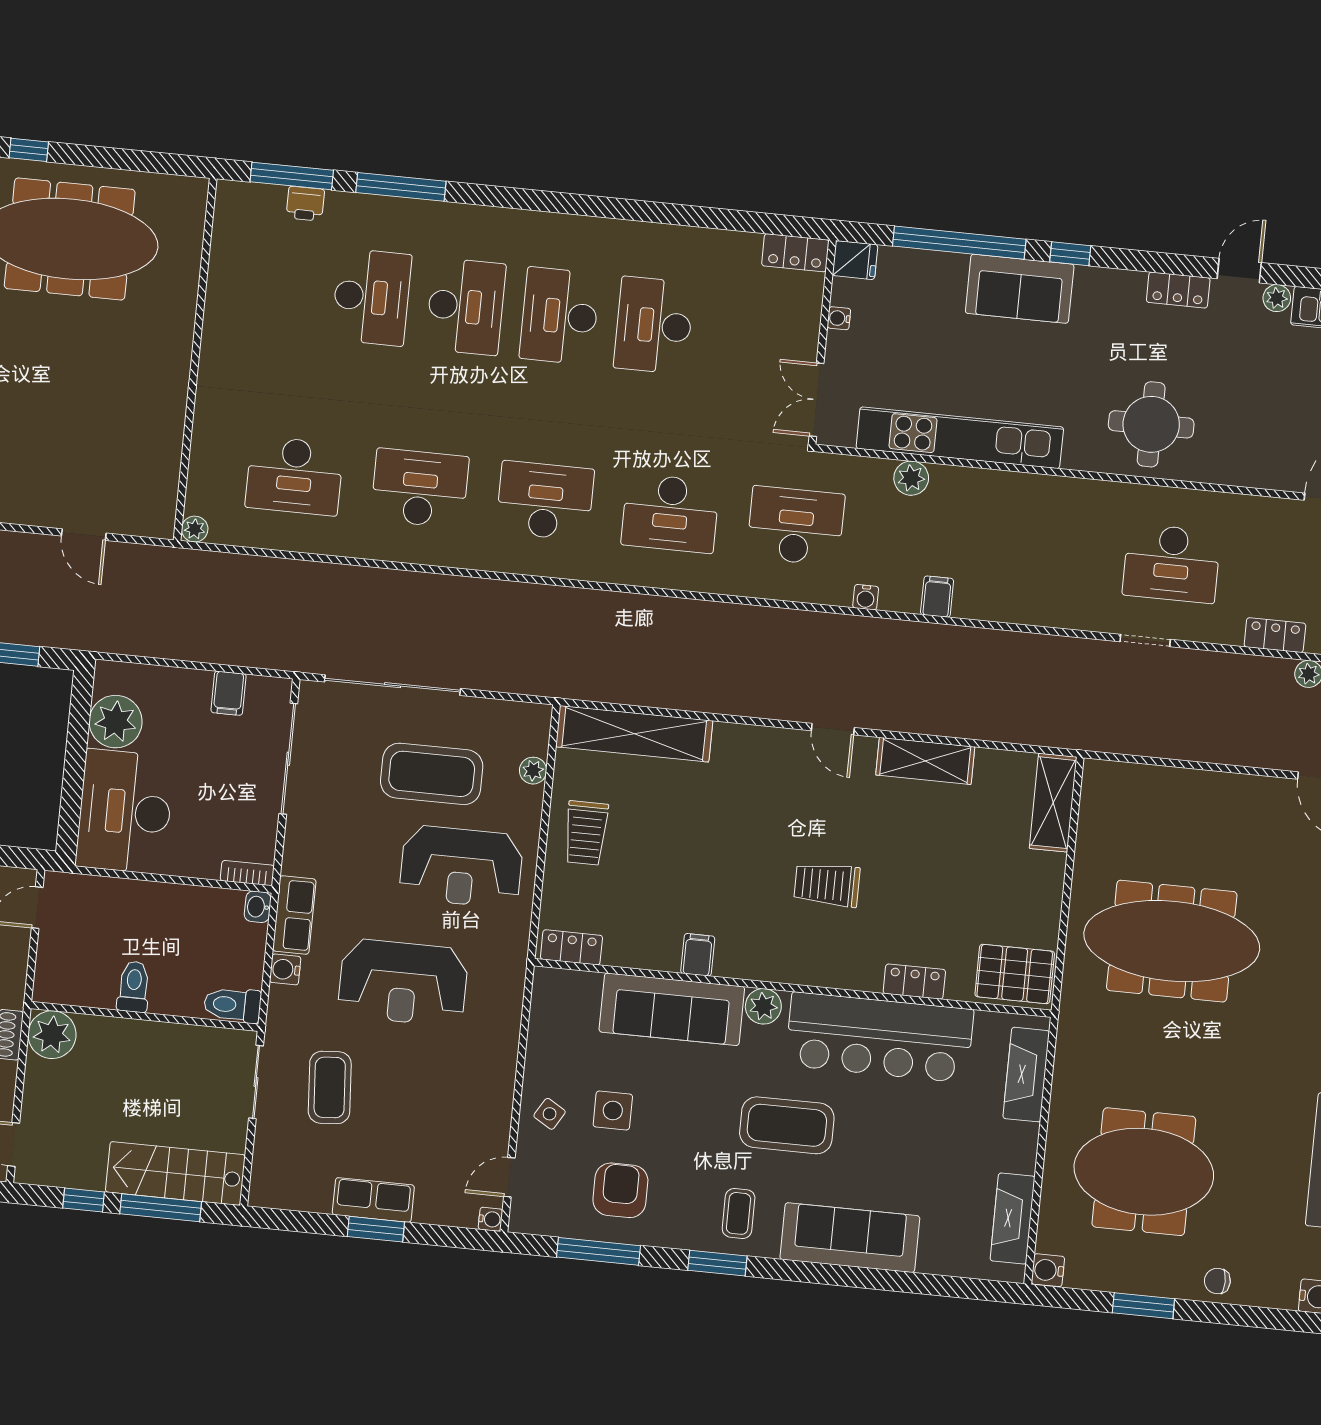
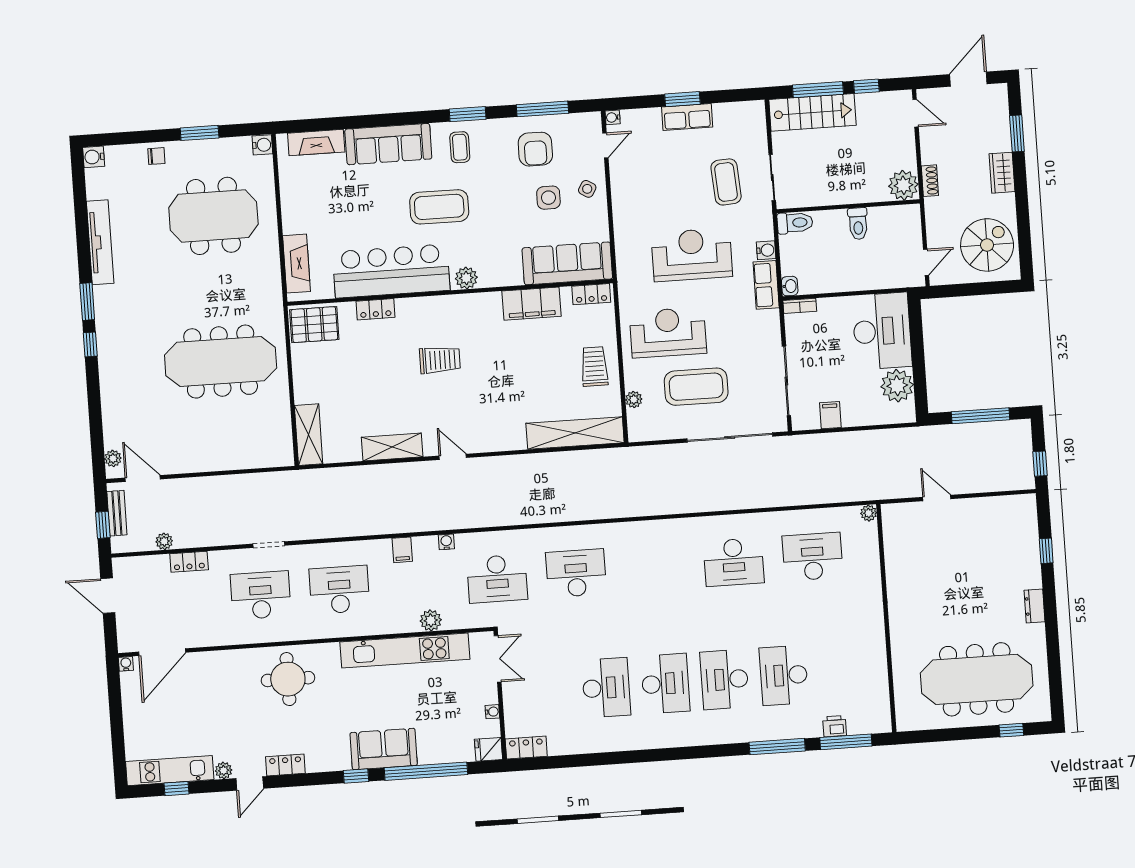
desk: (545, 501) -> (339, 590), moved, turned 180
filing cabinet: (698, 955) -> (532, 304), width x3.00, depth x1.17
sofa: (672, 1009) -> (567, 263), moved
fireplace: (1013, 1218) -> (316, 143), moved, turned 90

